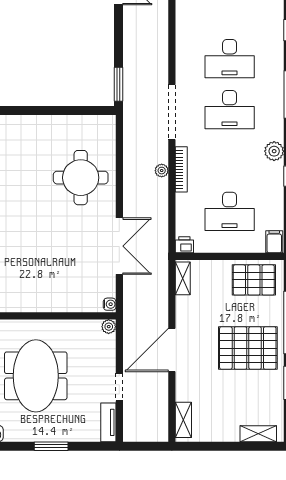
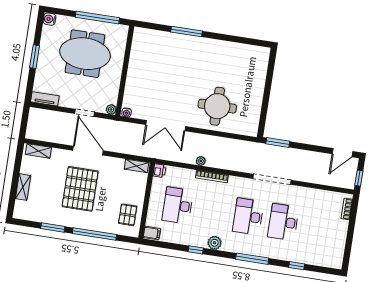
doorway: (172, 112) -> (272, 179), moved
plant: (162, 171) -> (201, 161), moved
pallet: (254, 280) -> (128, 215), width x0.67, depth x0.71
pallet: (248, 348) -> (80, 189), moved
doorway: (119, 387) -> (85, 113), moved
shelving: (258, 434) -> (23, 187), moved

